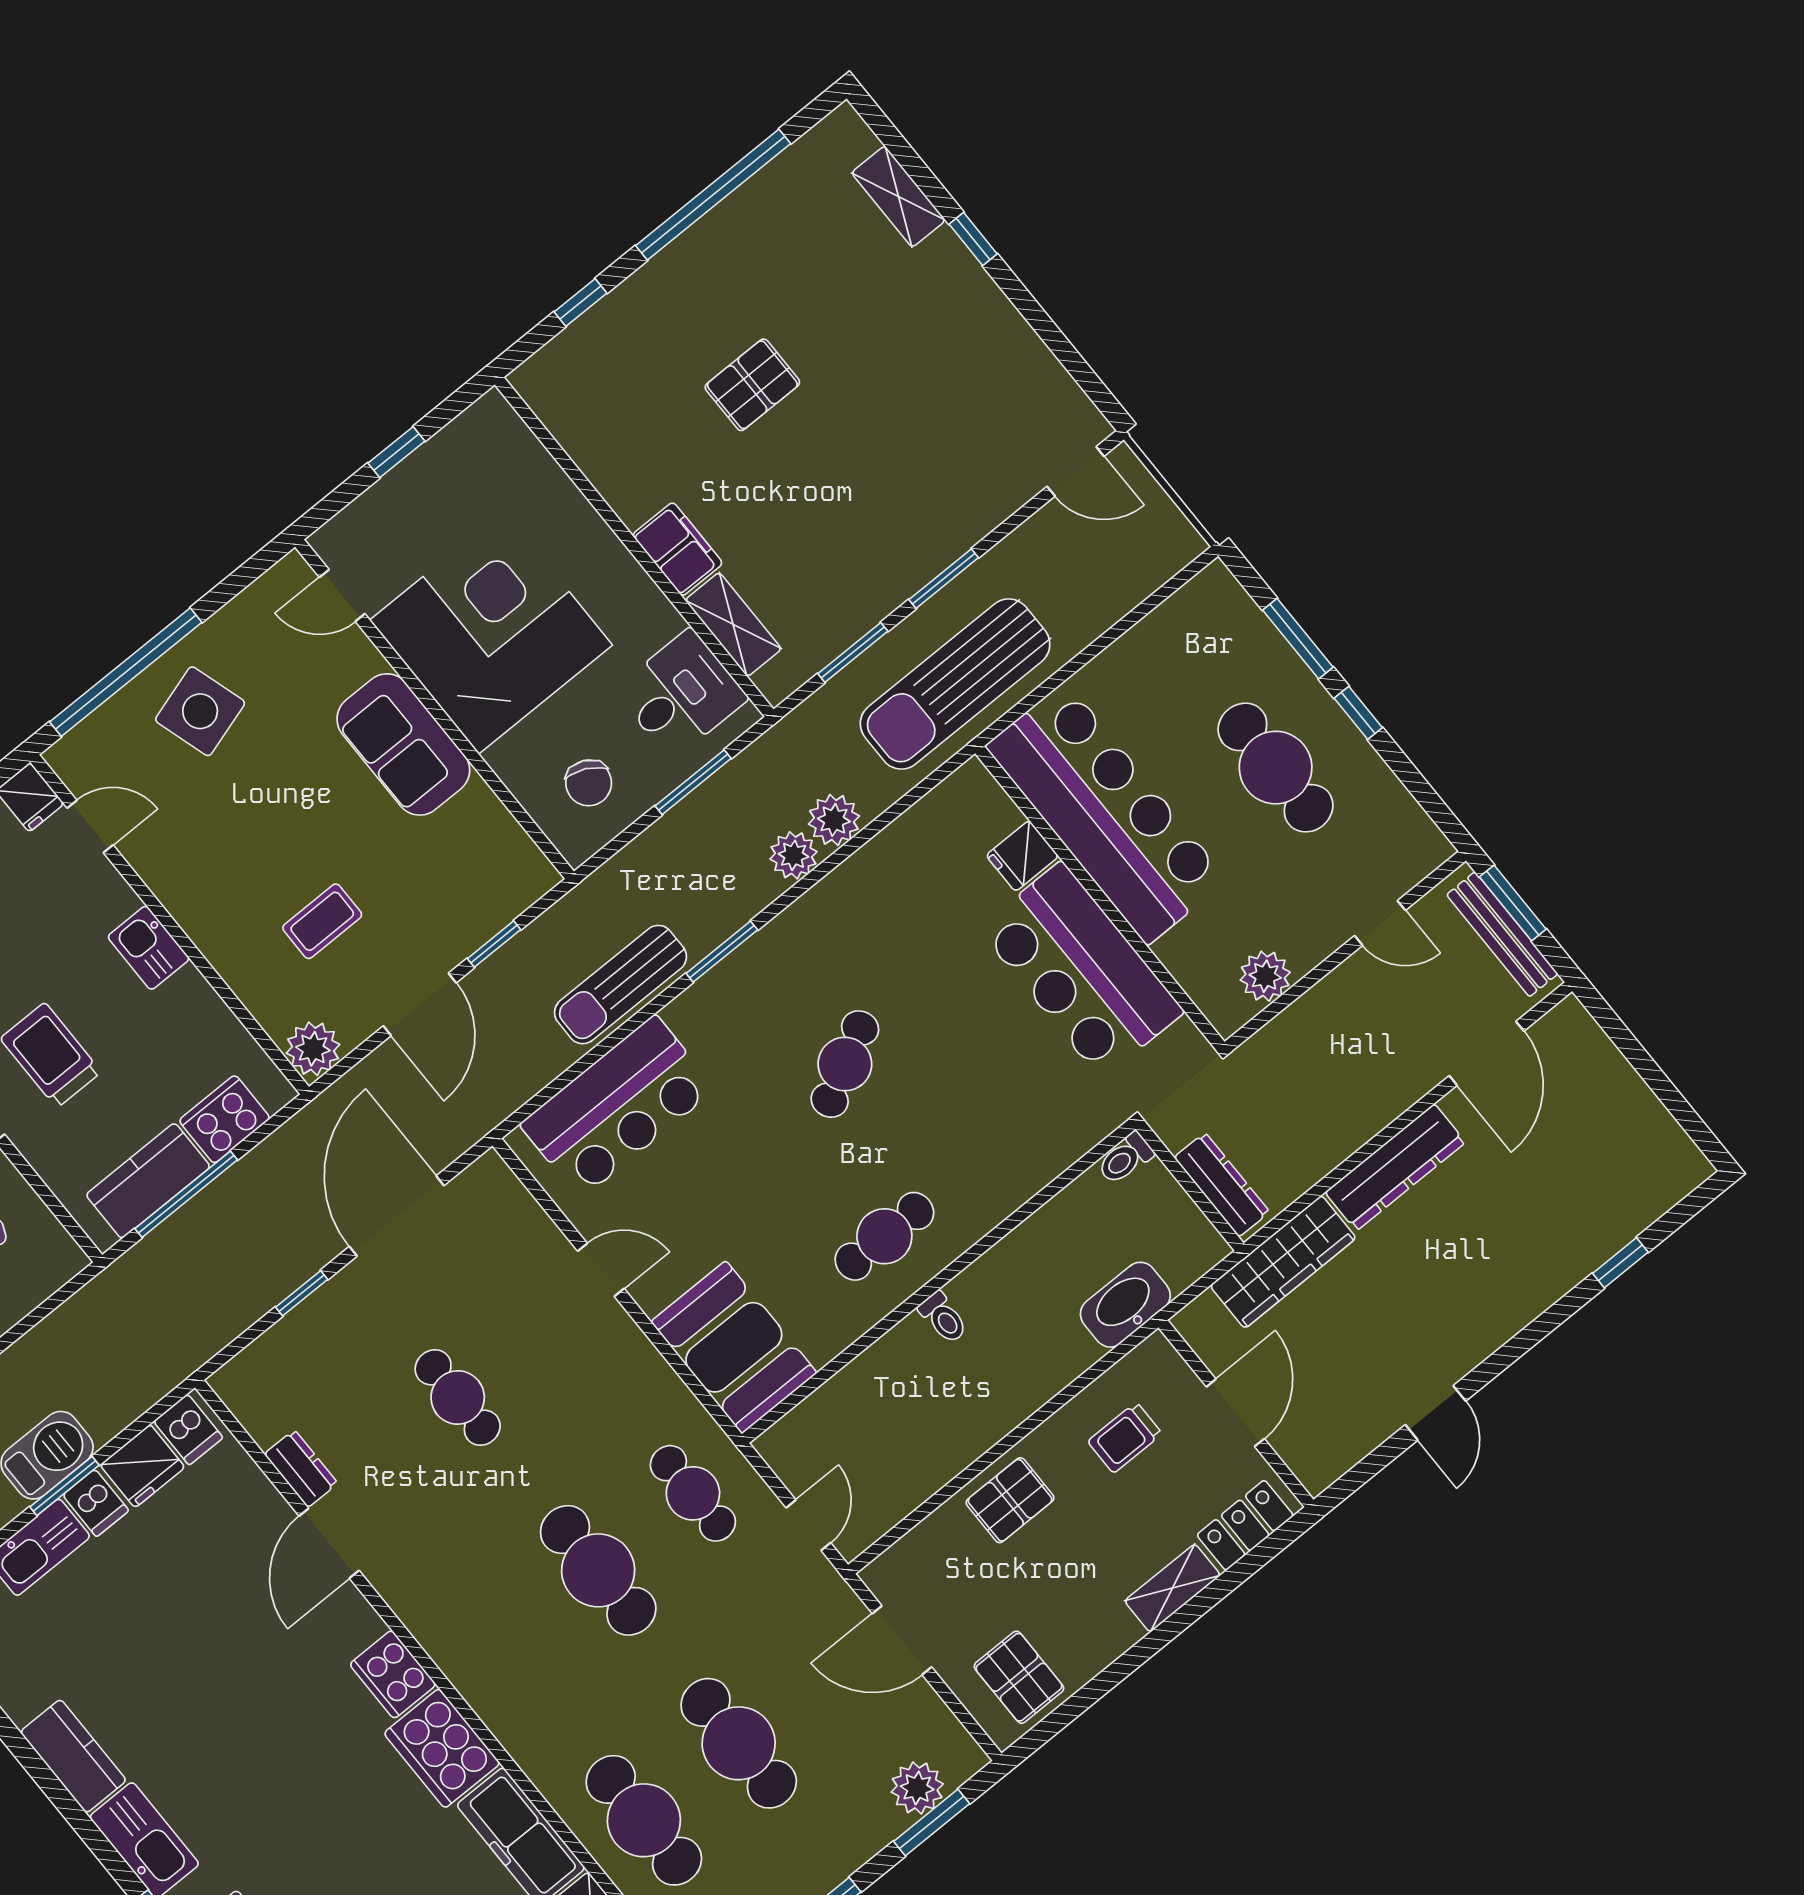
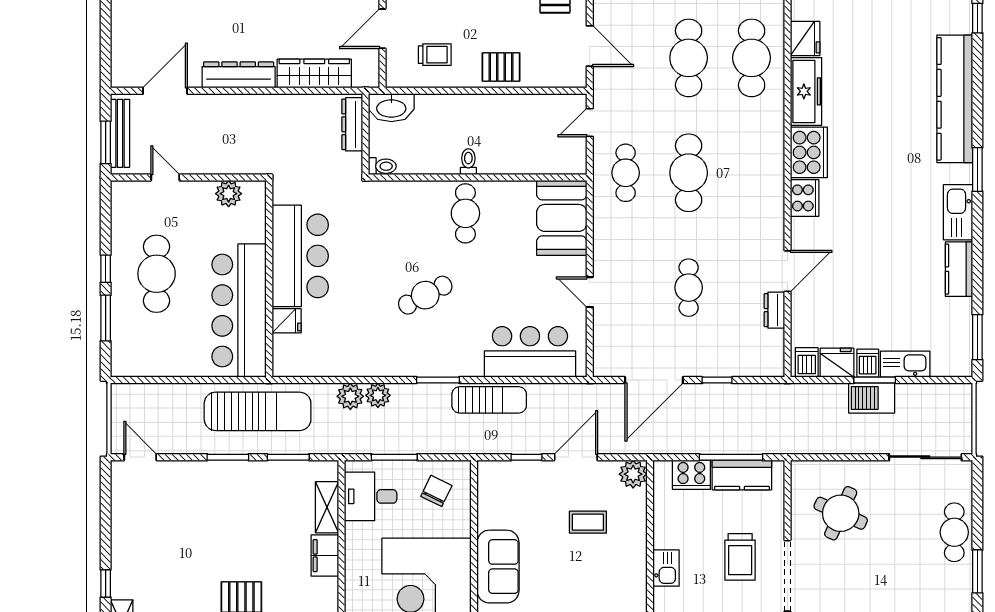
toilet: (1125, 1158) -> (382, 166), moved
dresser: (1222, 1185) -> (352, 124), moved
wall: (1190, 1186) -> (366, 134), moved
cafe table: (884, 1236) -> (465, 213), turned 90

